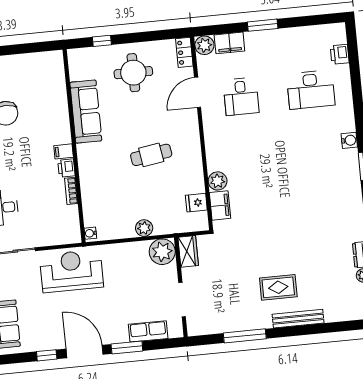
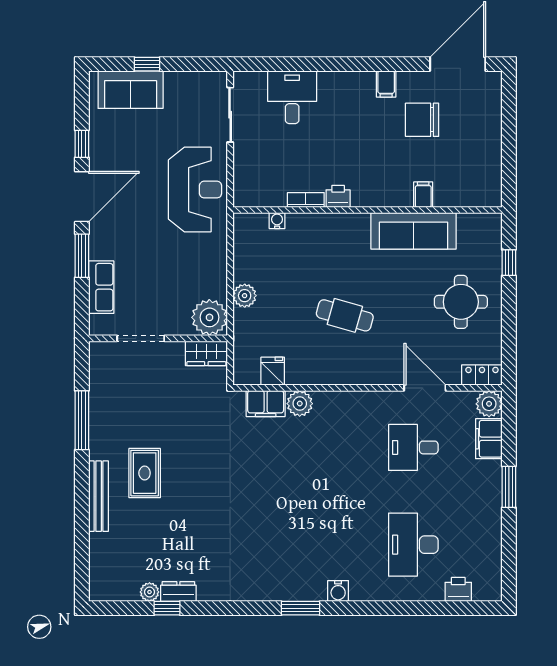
filing cabinet: (64, 151) -> (423, 195), moved
cafe table: (151, 155) -> (345, 315), turned -65
water cooler: (90, 233) -> (277, 221), moved

